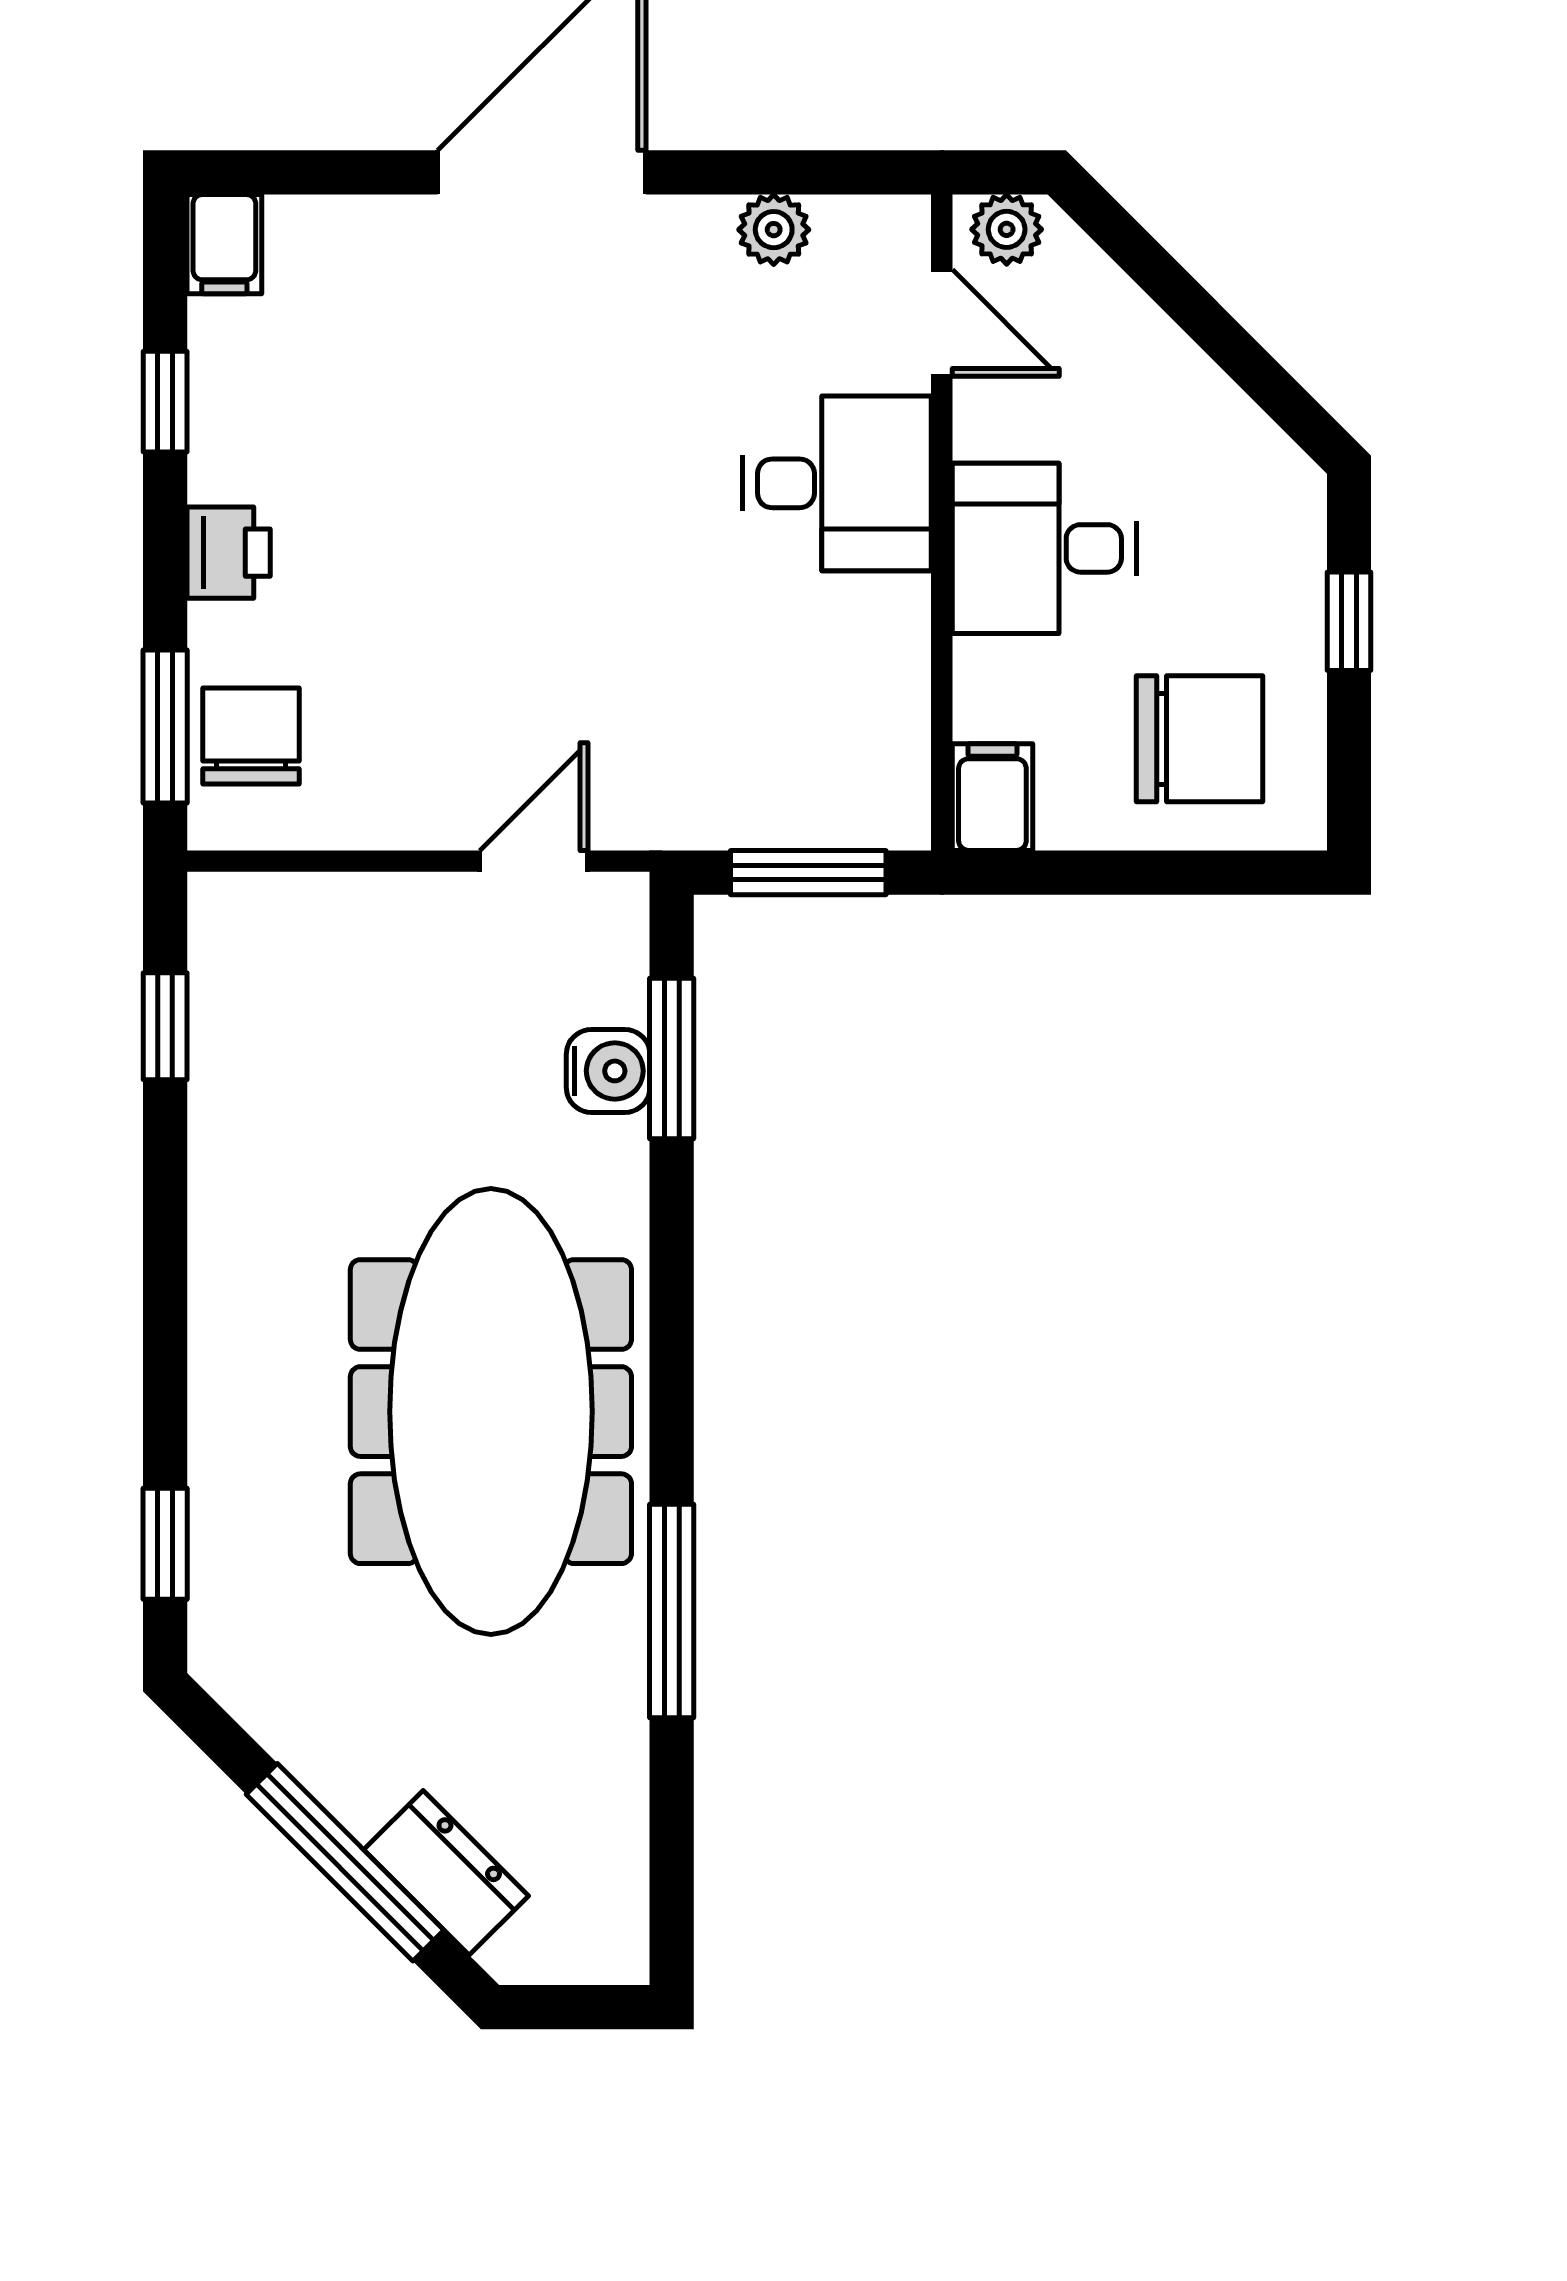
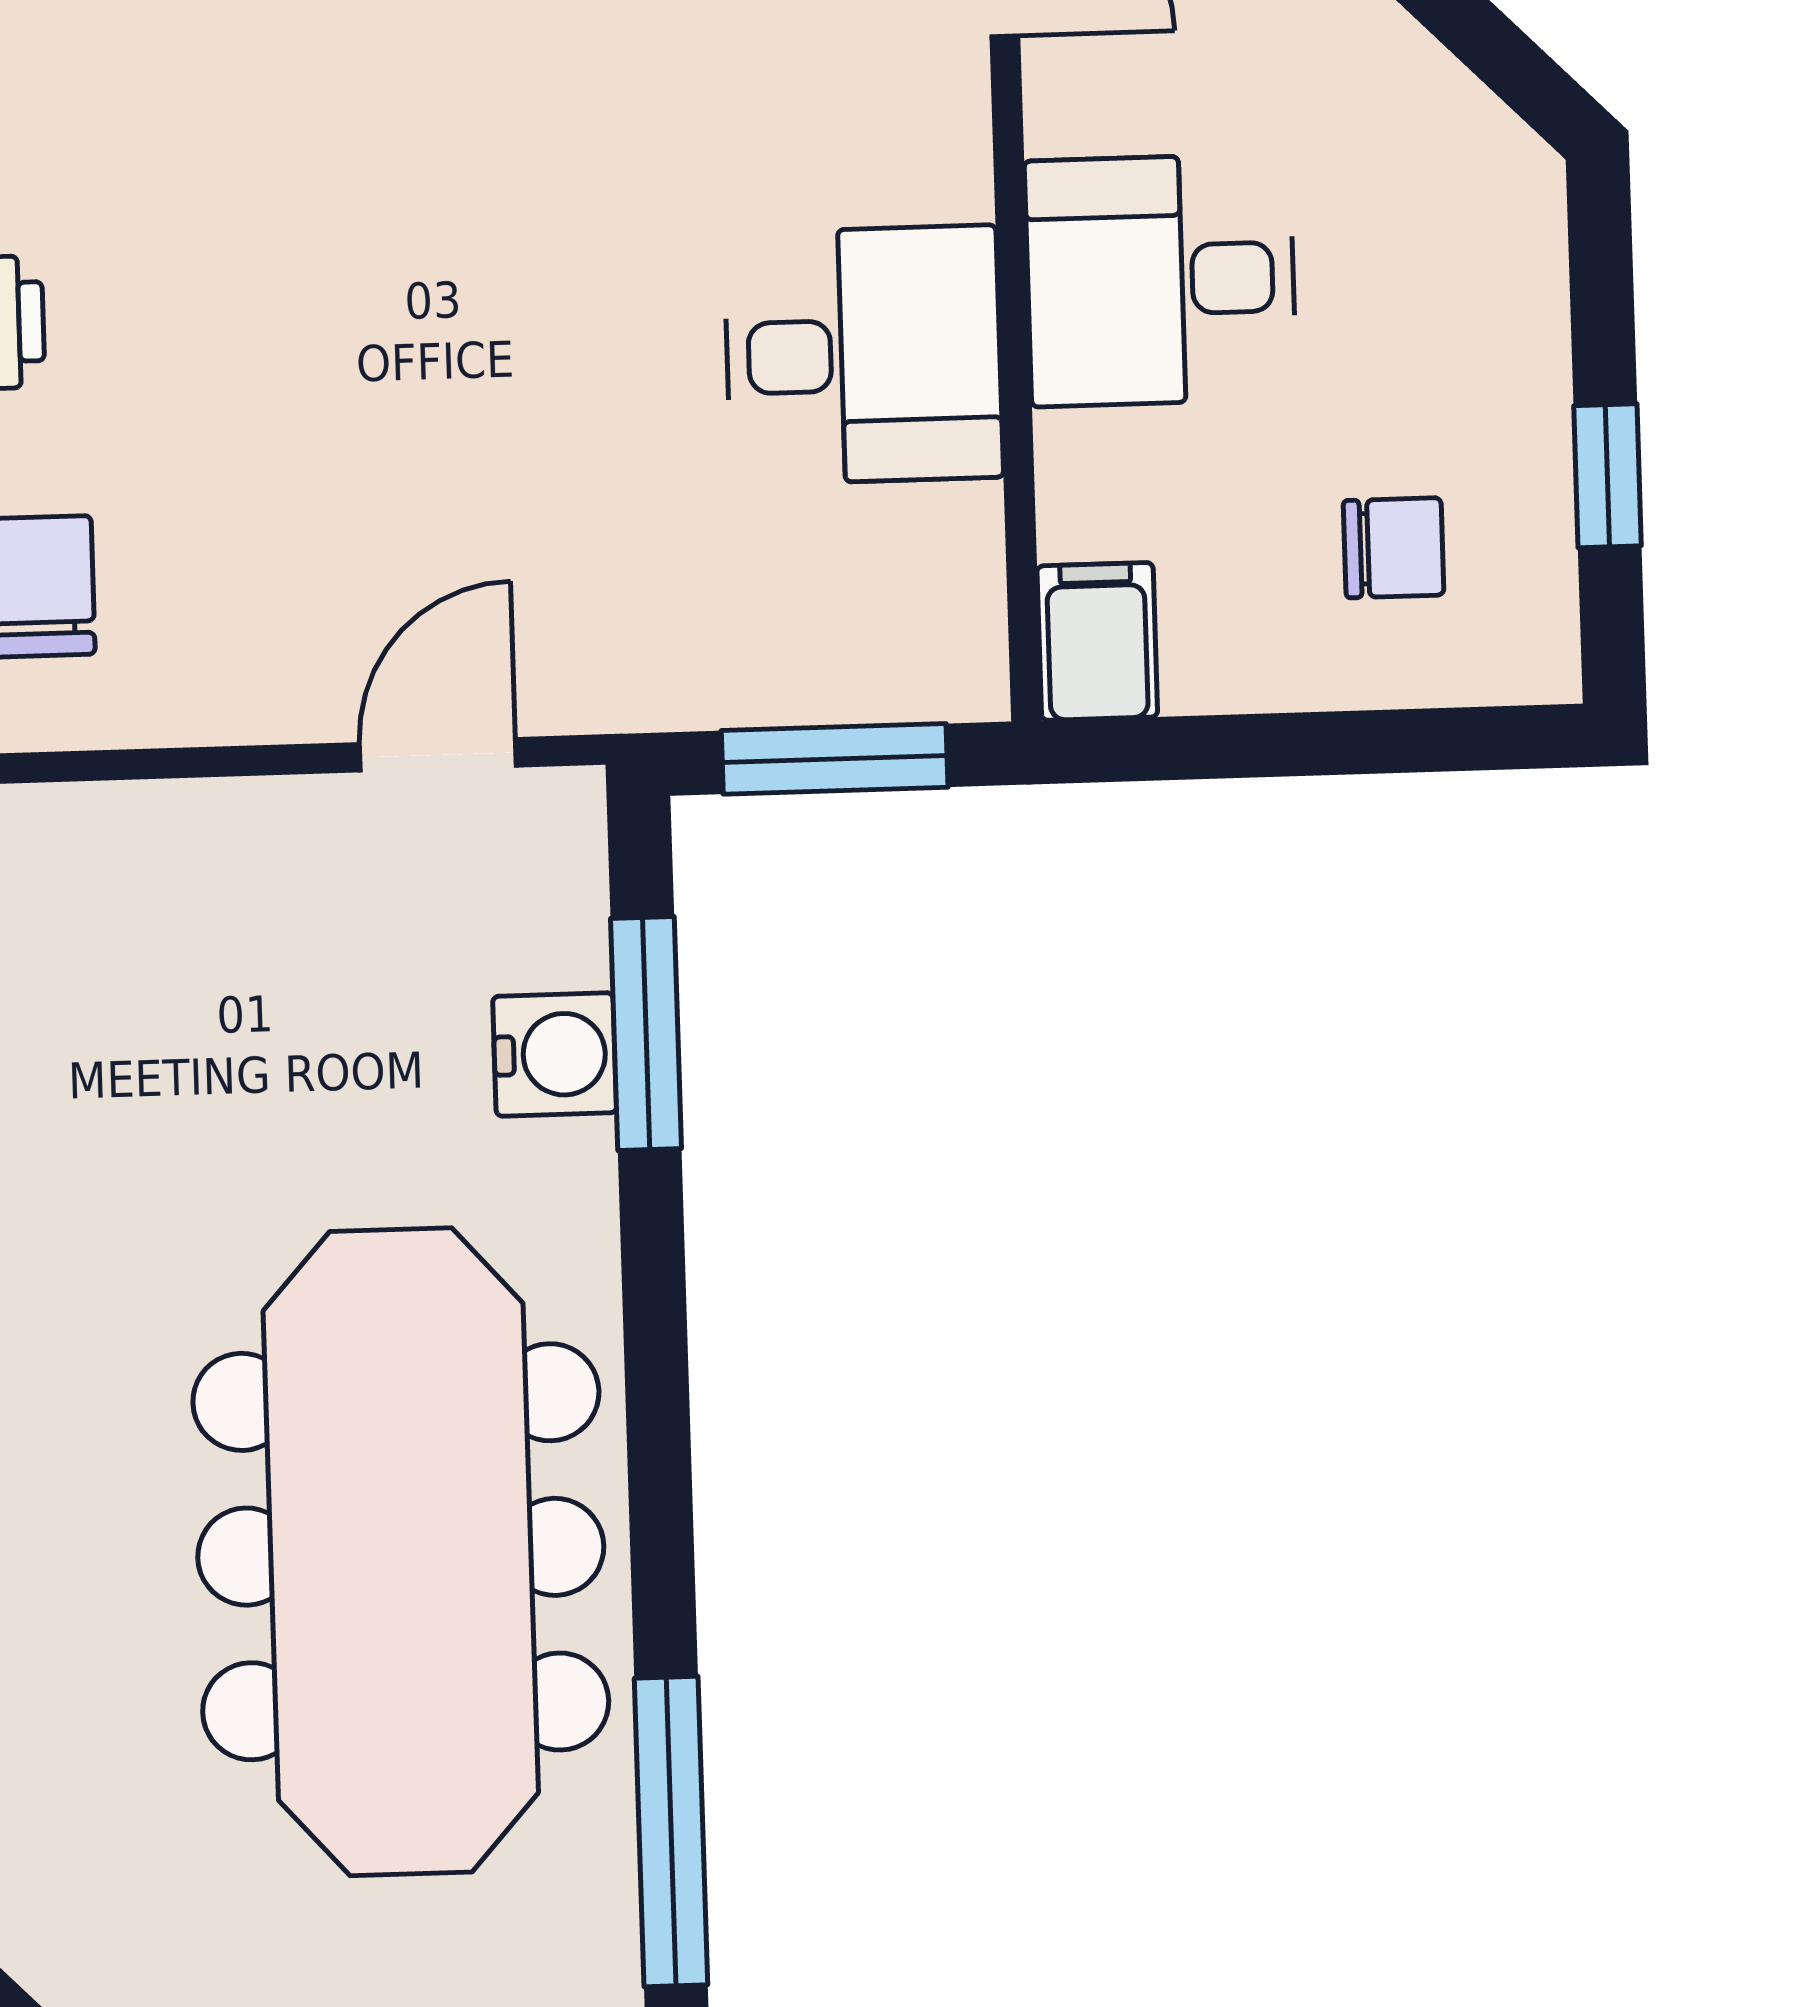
desk: (837, 483) -> (863, 355), moved
window: (1349, 621) -> (1607, 476), moved
chair: (1199, 739) -> (1394, 548), width x0.54, depth x0.54

